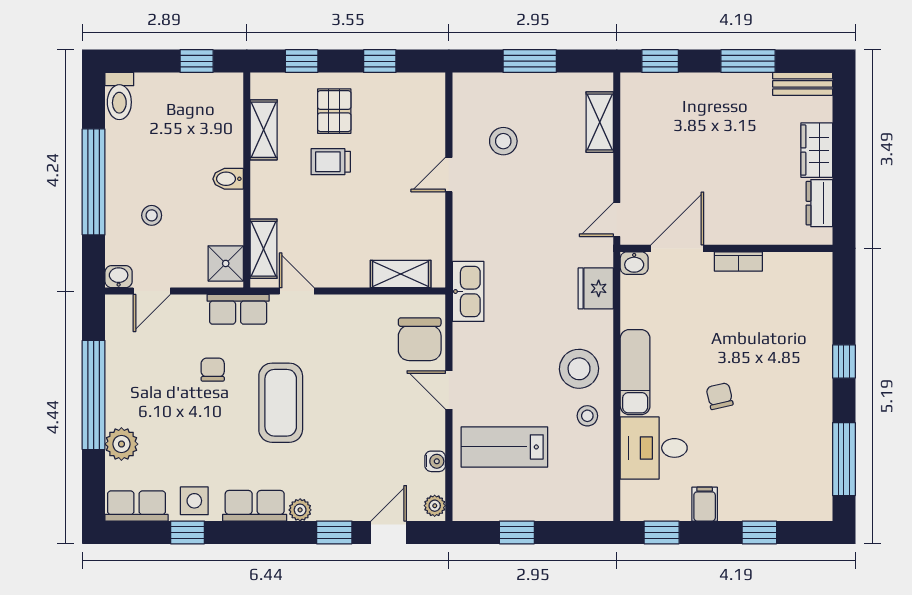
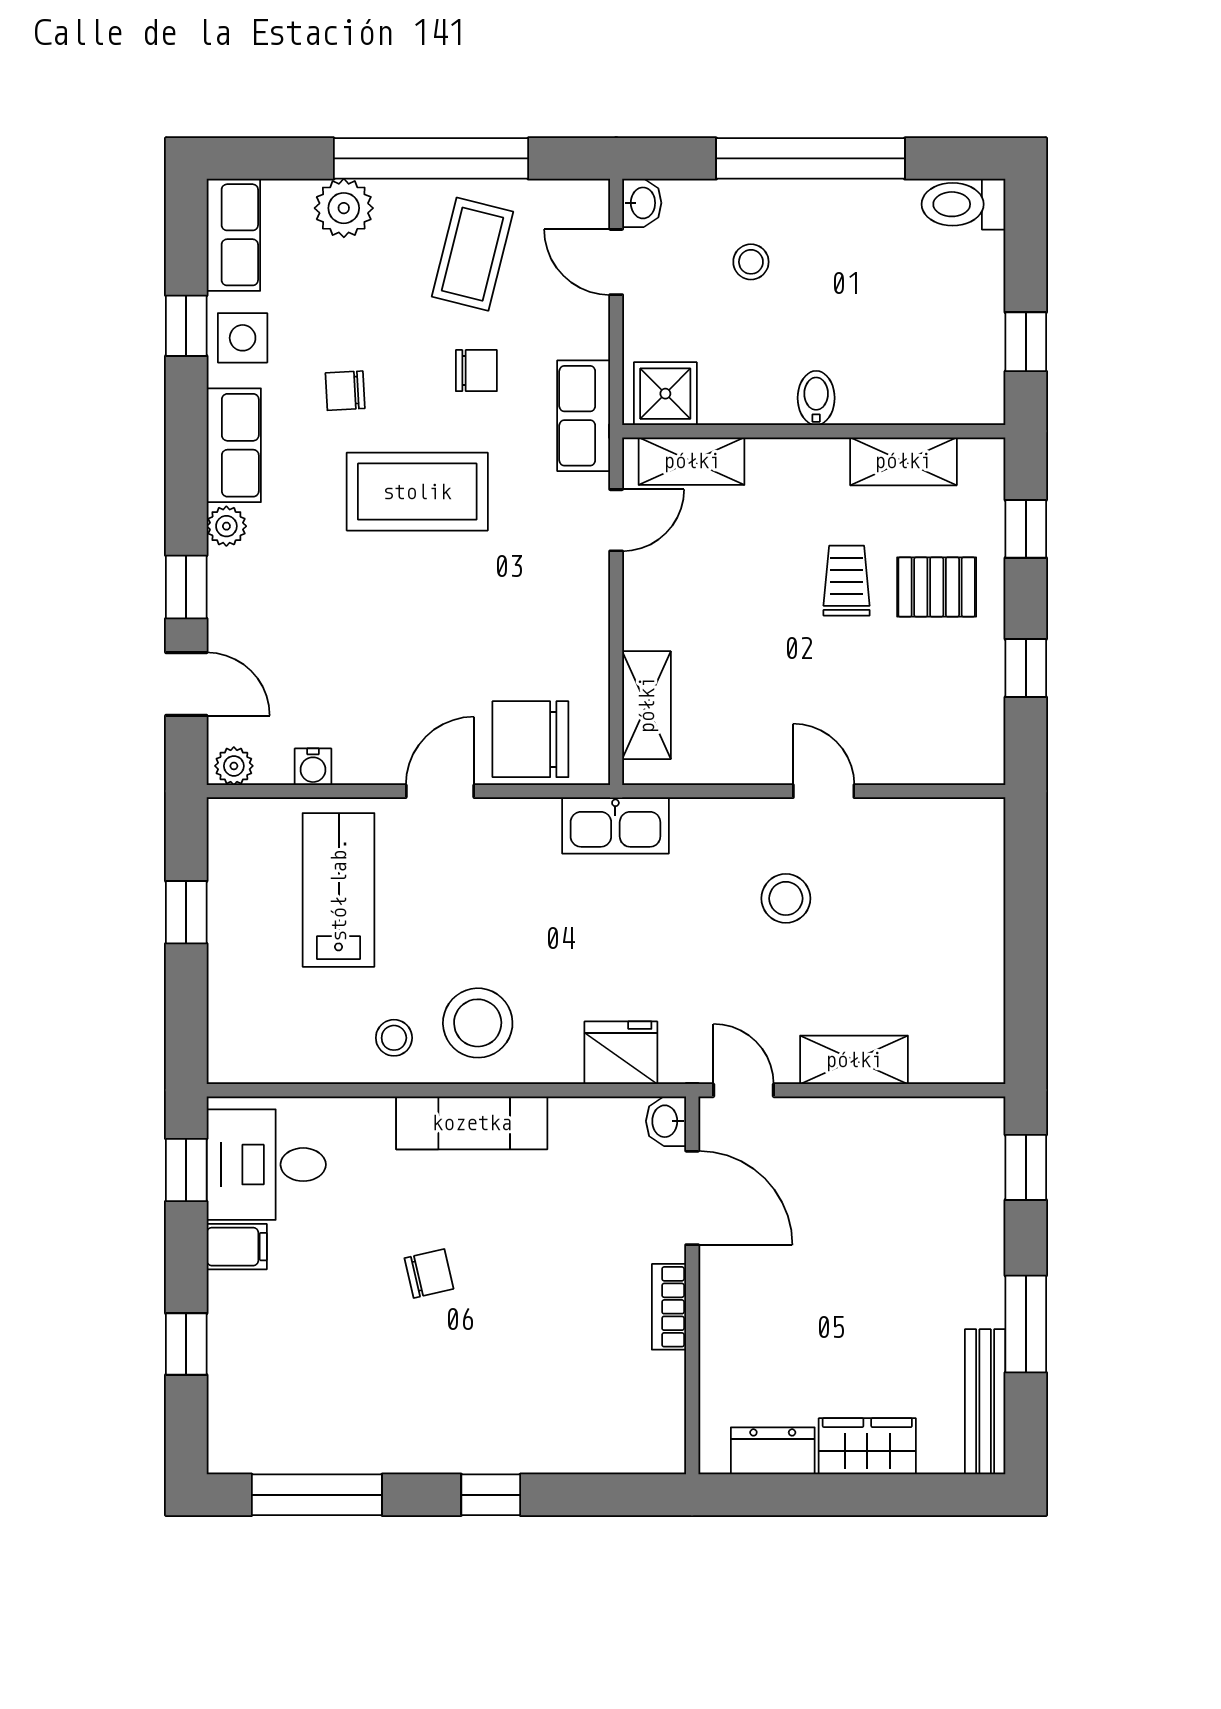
window: (530, 61) -> (1026, 935), removed
bench: (803, 84) -> (985, 1402), width x1.36
shelving: (600, 122) -> (854, 1060), moved
stool: (503, 141) -> (786, 898), moved
coffee table: (147, 372) -> (472, 254), added
chair: (224, 443) -> (345, 391), added
desk: (654, 448) -> (266, 1165), moved, turned -90

